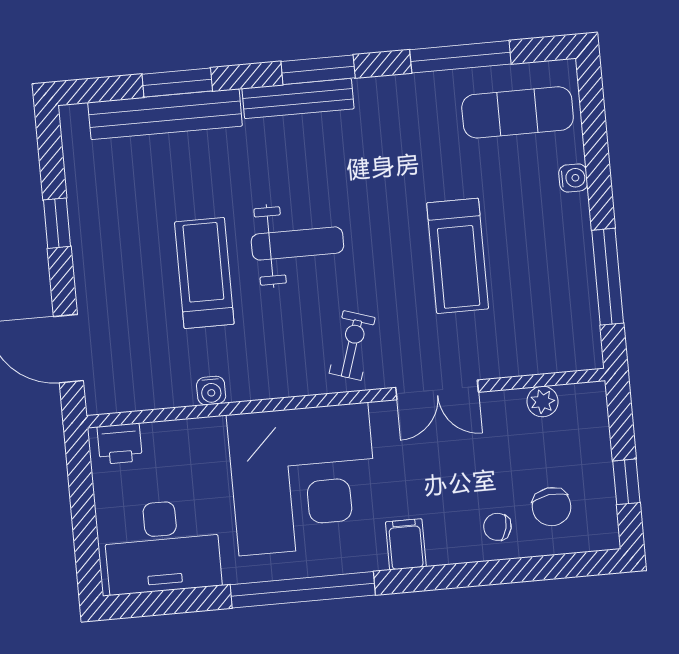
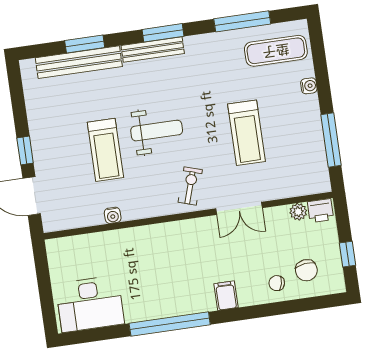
window: (57, 223) -> (25, 151), moved
treadmill: (204, 273) -> (105, 150), turned 180
printer: (120, 444) -> (320, 211), moved
corner desk: (303, 479) -> (167, 262), removed

